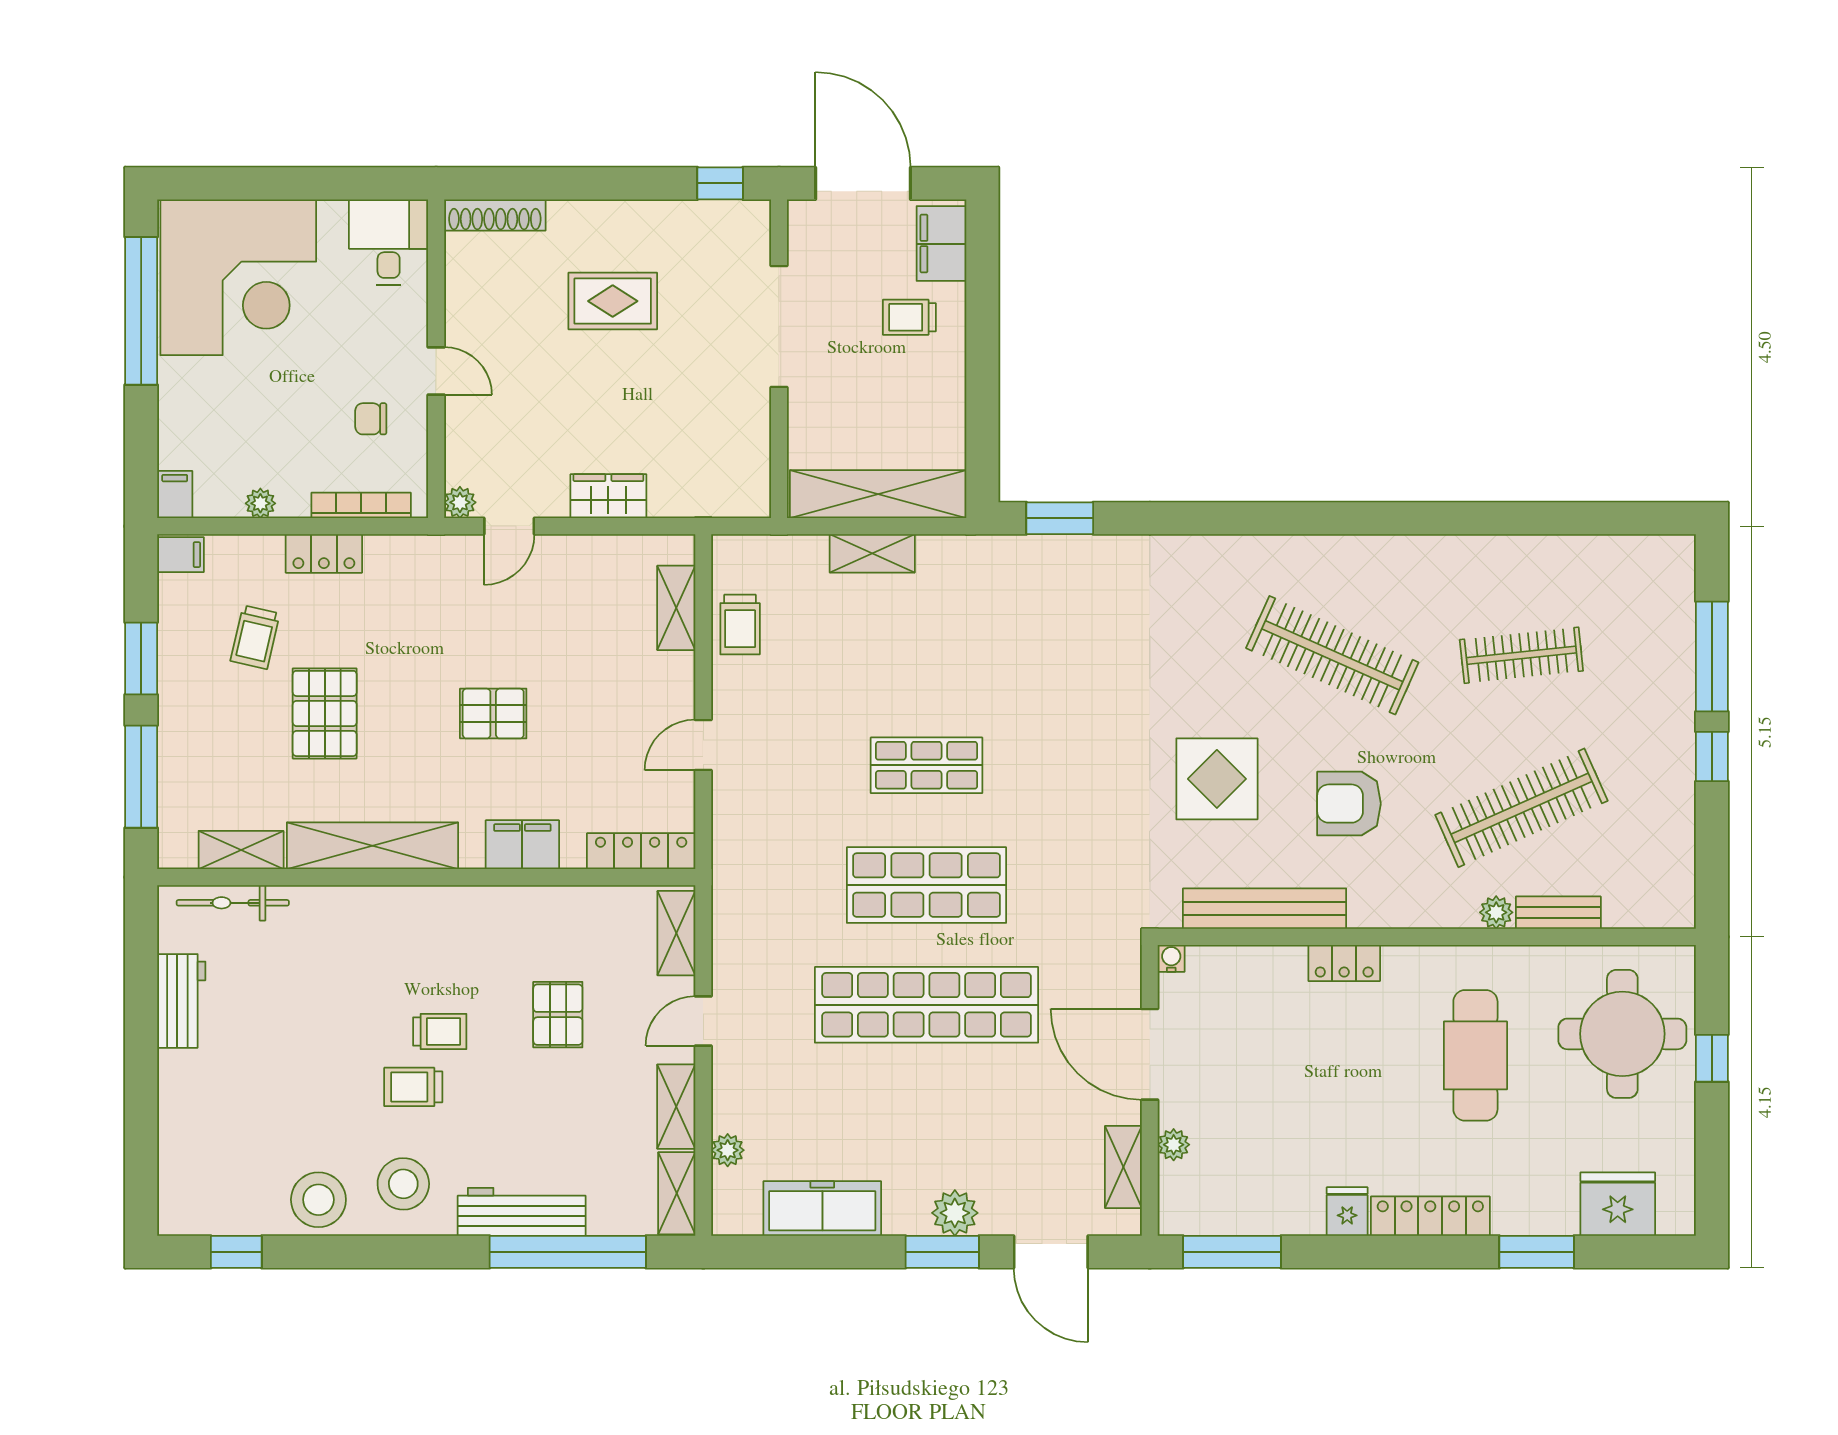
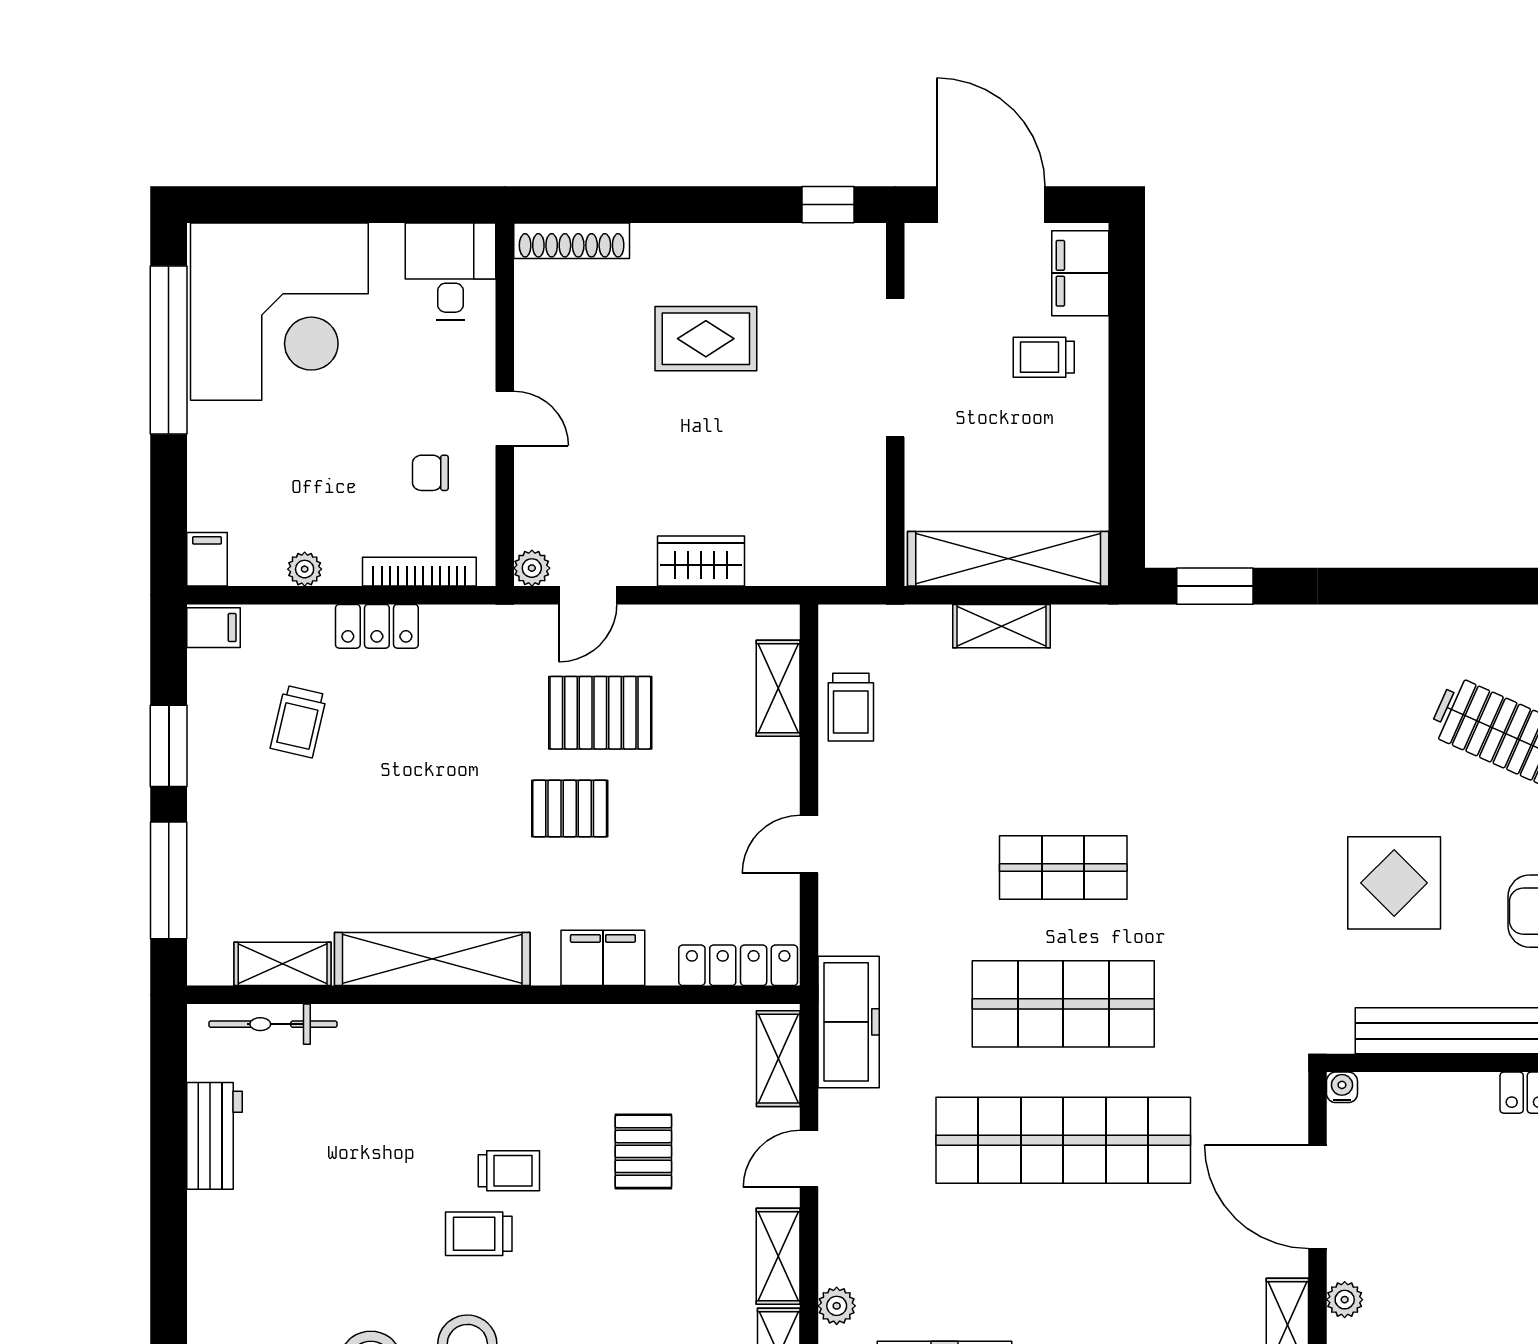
pallet: (325, 713) -> (600, 713), moved, turned 90
freezer: (738, 901) -> (849, 1022), added

